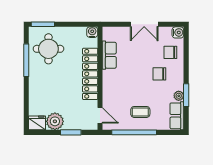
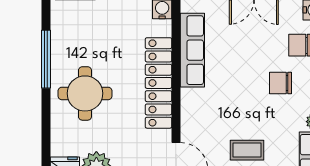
round table: (48, 49) -> (85, 93), moved
row of seats: (109, 55) -> (192, 50), width x1.48

